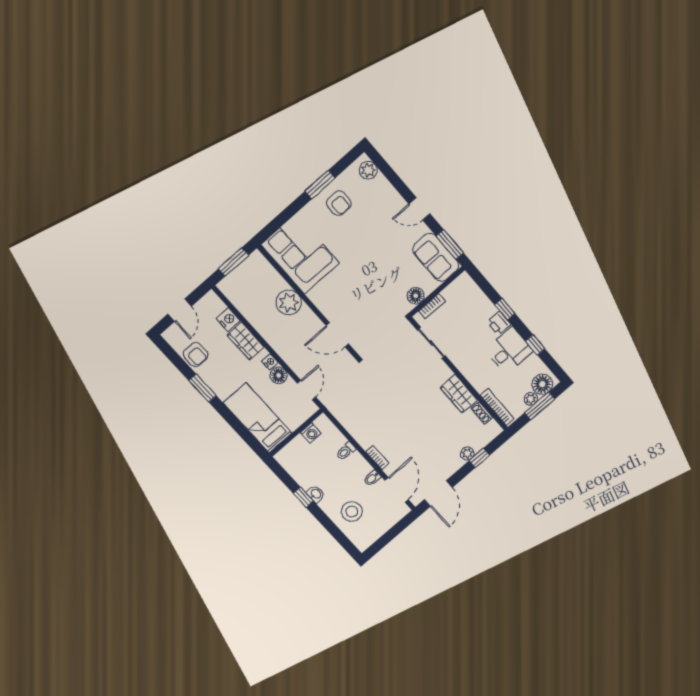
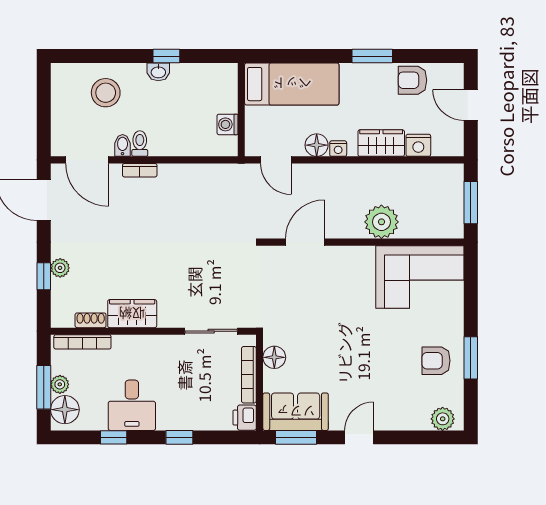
bookcase: (432, 306) -> (249, 375), width x1.56
printer: (499, 323) -> (245, 418), moved, turned -90
toilet: (346, 451) -> (140, 144), moved

